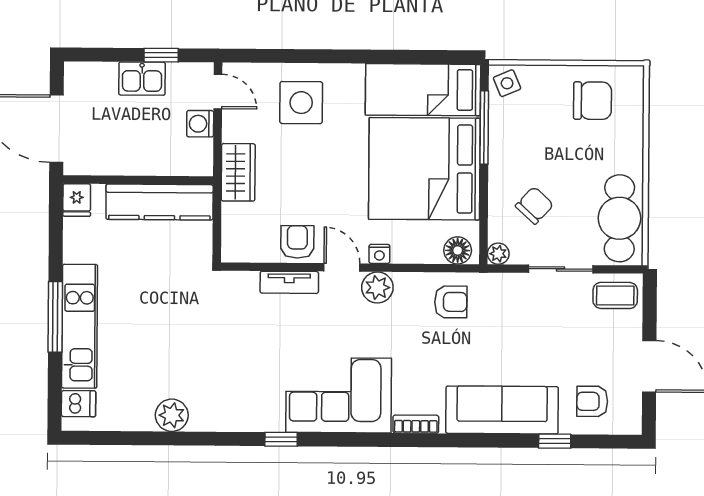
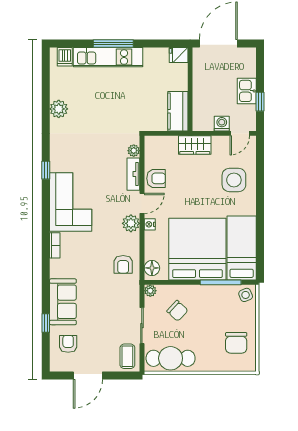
kitchen counter: (160, 202) -> (178, 111), width x0.67
plant: (247, 282) -> (134, 151), added
sofa: (502, 410) -> (63, 302), width x0.73

